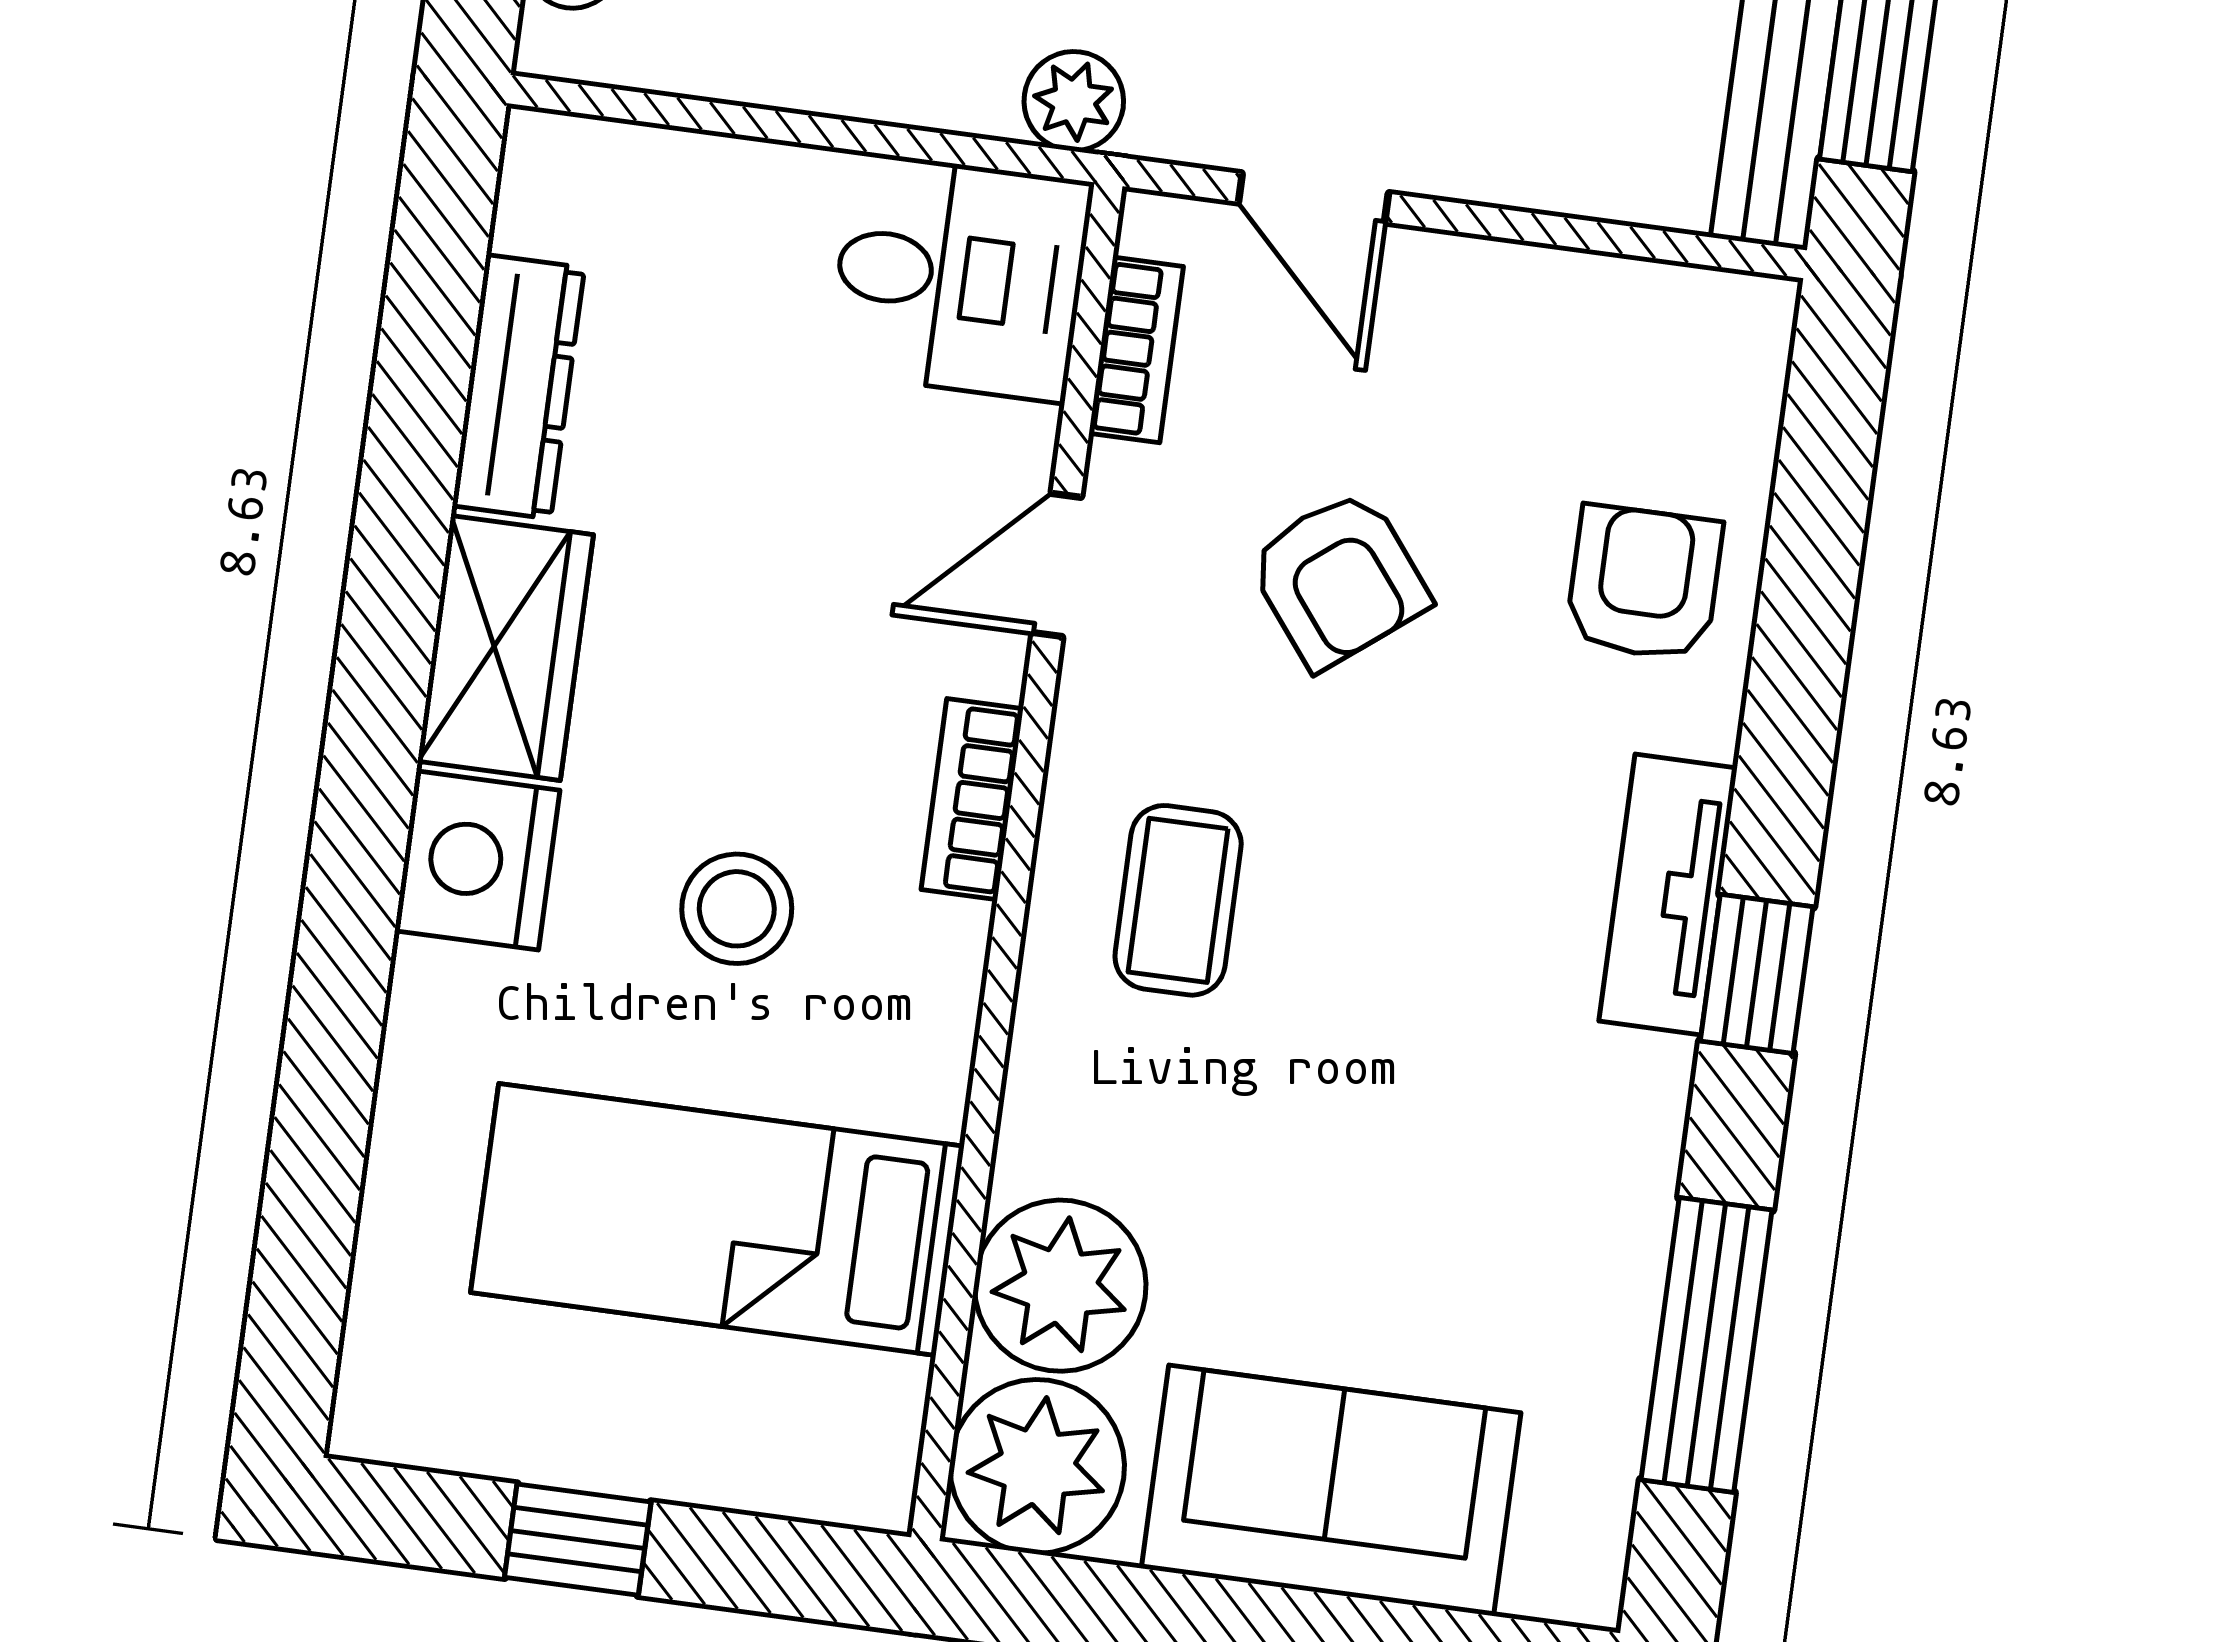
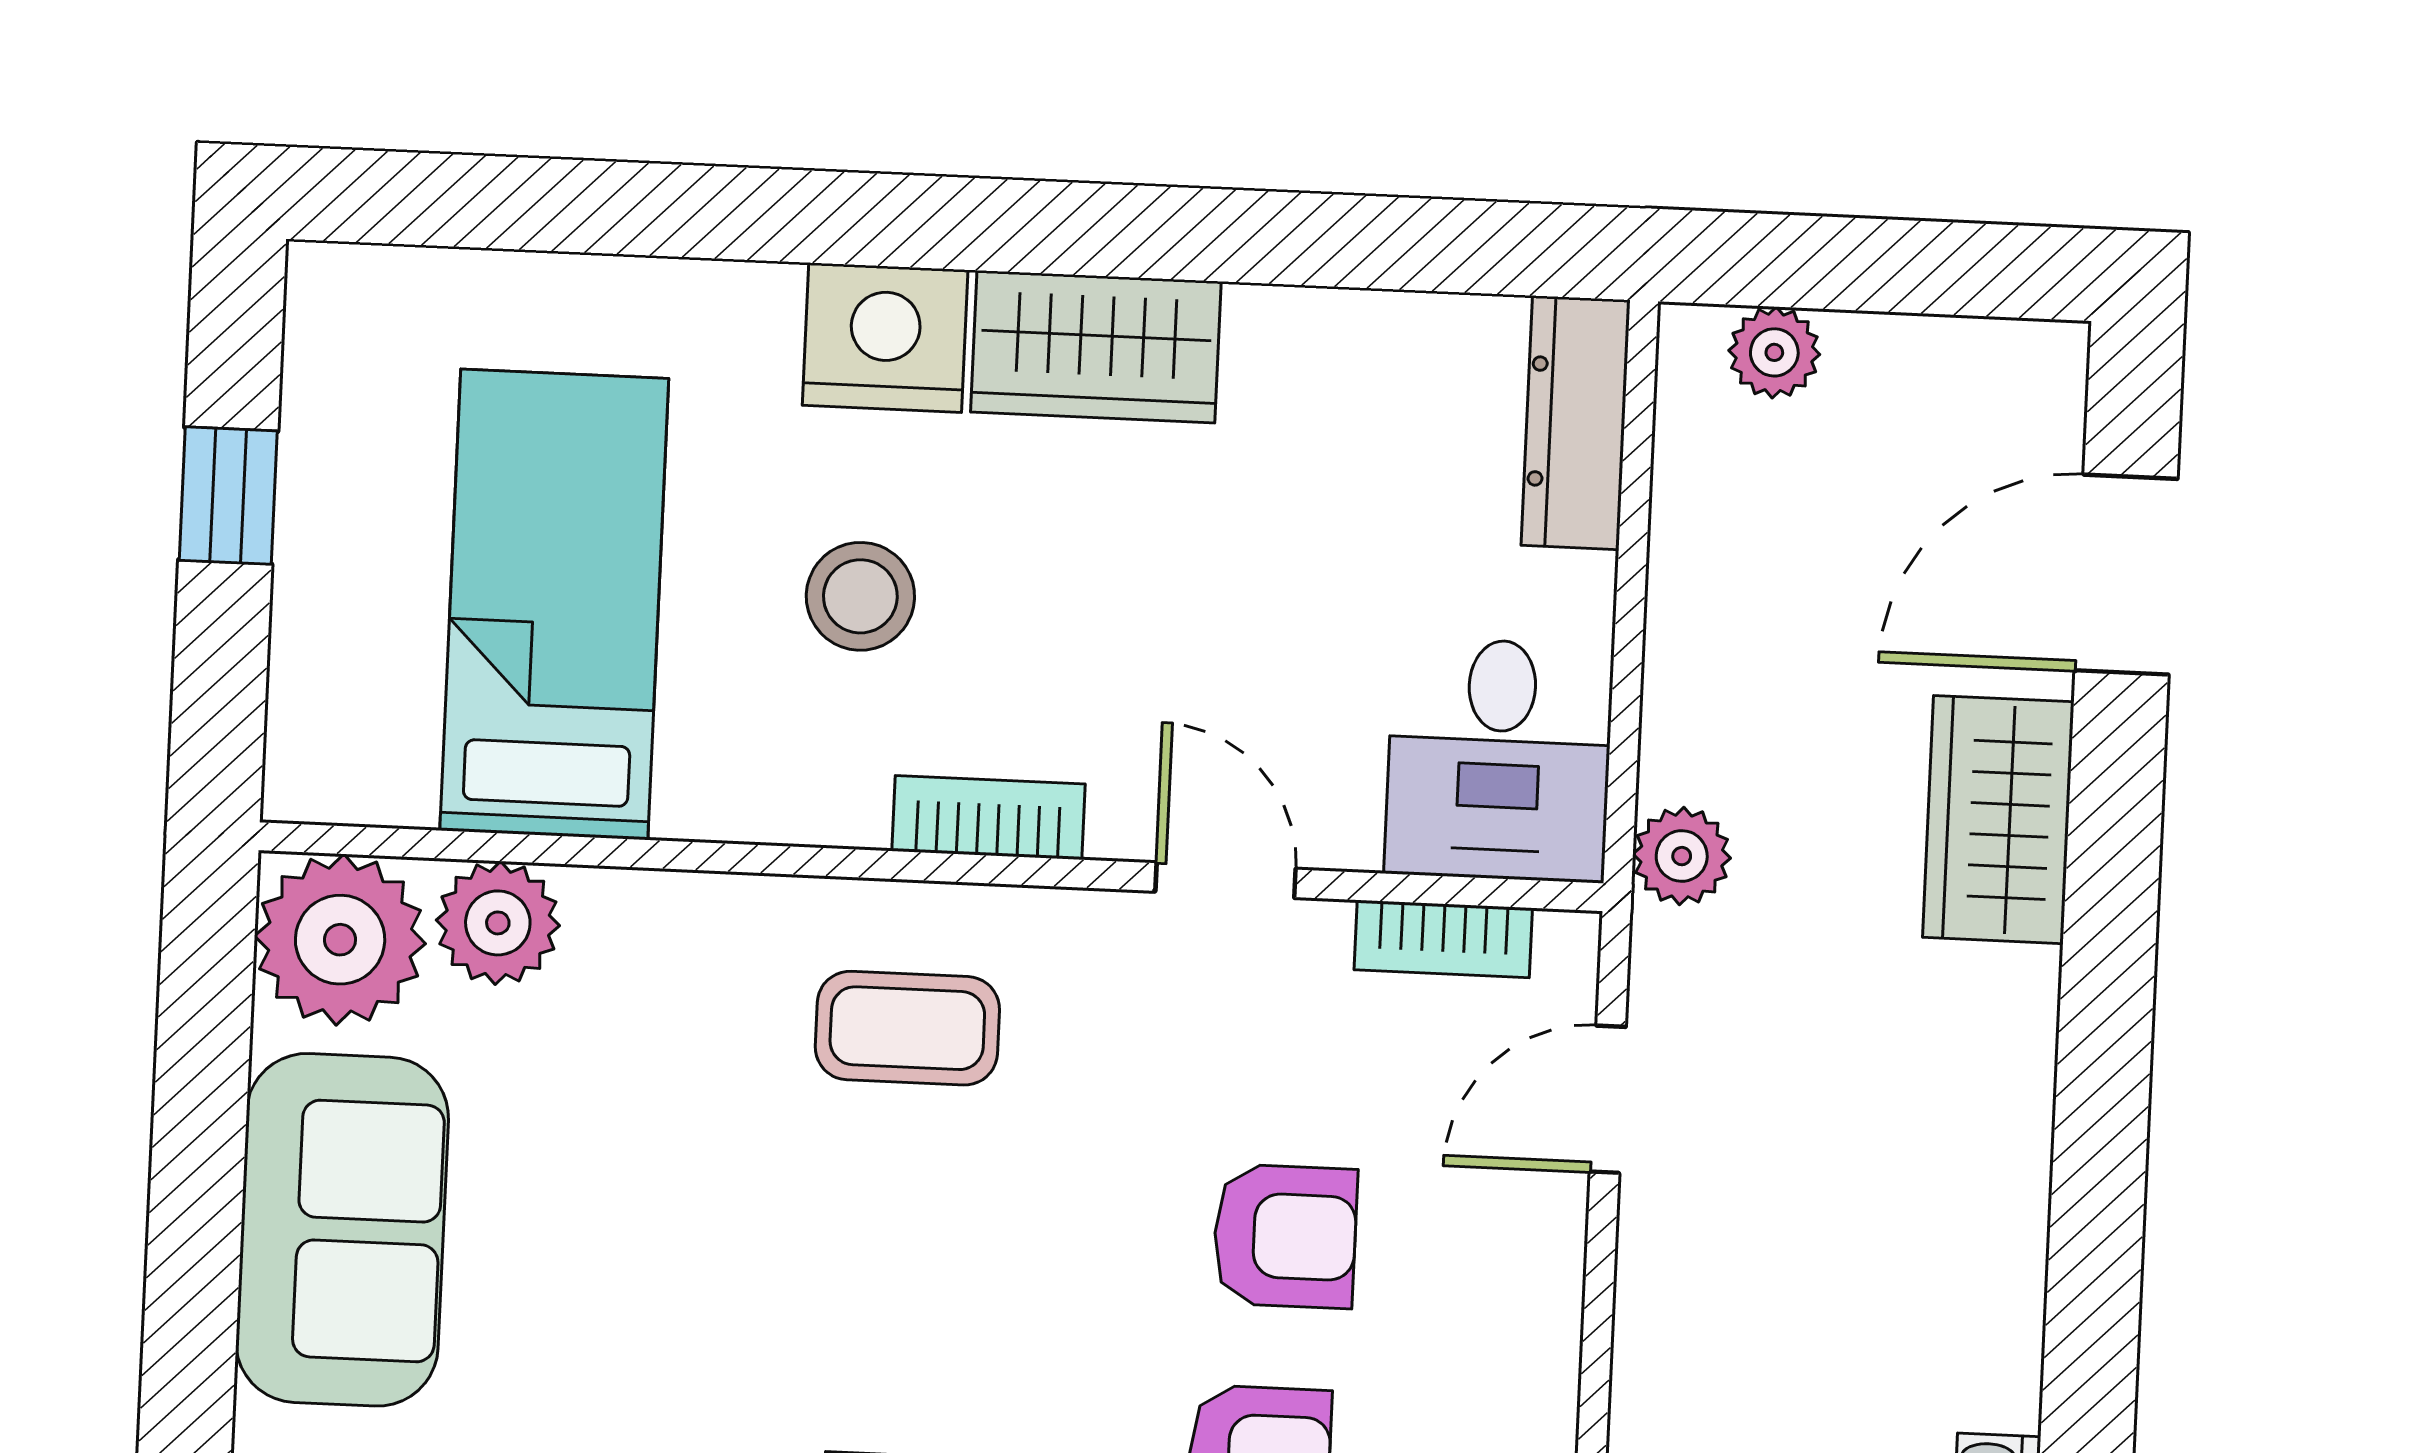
dresser: (518, 387) -> (1576, 423), moved, turned 90
armchair: (1339, 579) -> (1285, 1236), moved, turned -142
plant: (1060, 1286) -> (498, 923), width x0.73, depth x0.73

